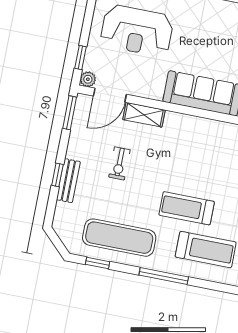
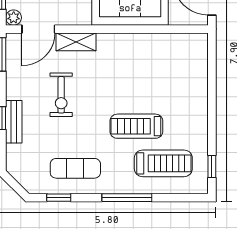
exercise bike: (119, 163) -> (61, 95), width x1.38, depth x1.39
exercise mat: (119, 238) -> (75, 168), width x0.73, depth x0.69

